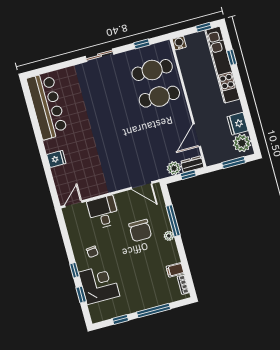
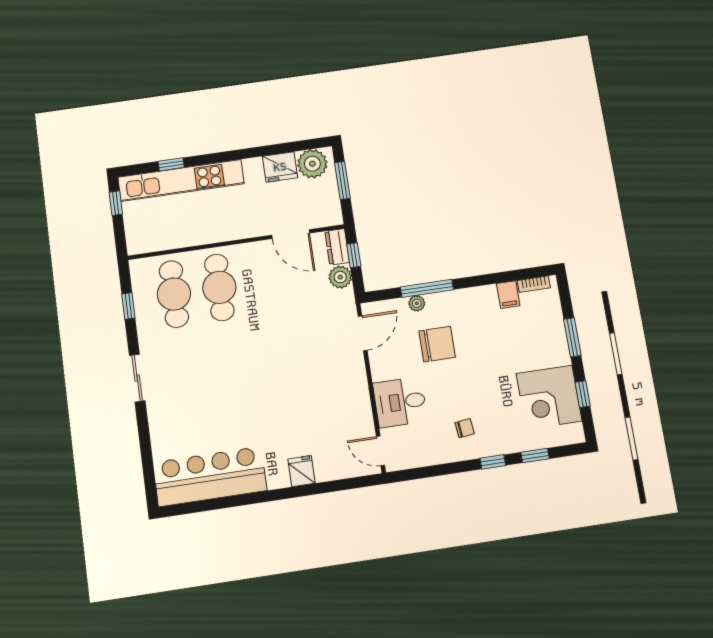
water cooler: (179, 43) -> (136, 245), removed
plant: (169, 236) -> (417, 303), moved
corner desk: (99, 284) -> (549, 397), moved, turned -90
window: (154, 311) -> (572, 337), width x0.69

